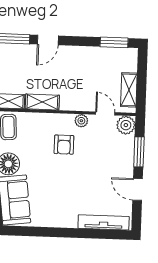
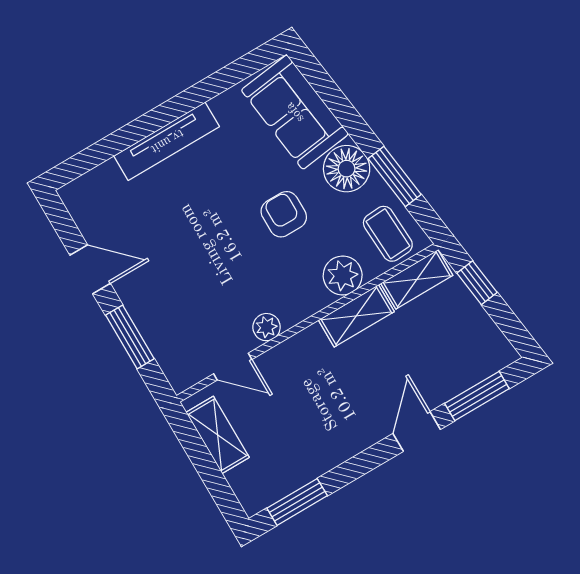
plant: (126, 125) -> (343, 275), moved
armchair: (64, 145) -> (284, 214), moved
tv unit: (104, 222) -> (167, 141), moved

